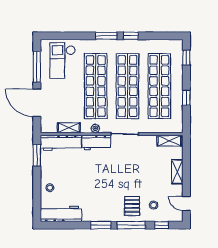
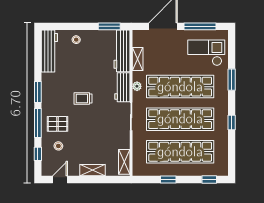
window: (106, 36) -> (232, 80), moved
trolley: (107, 181) -> (83, 99), added

